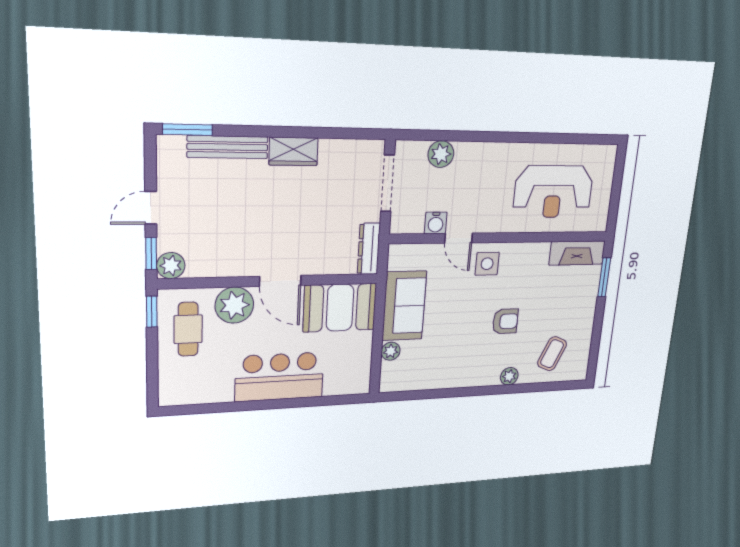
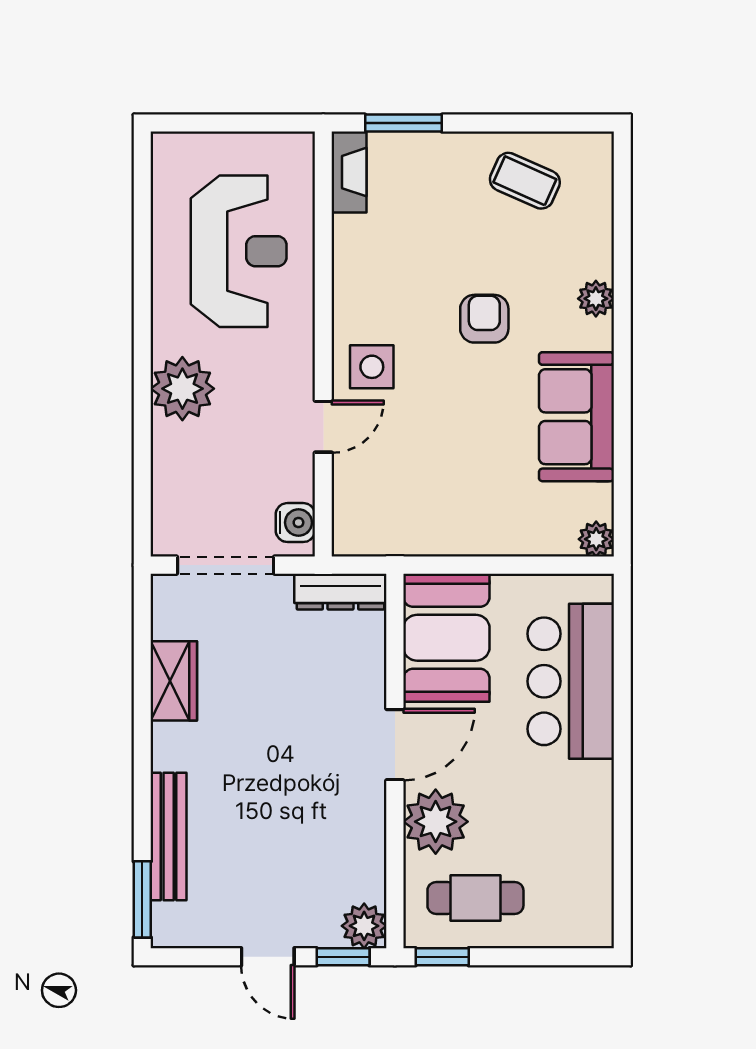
wardrobe: (294, 151) -> (174, 681), moved
plant: (441, 154) -> (182, 389), moved, width x1.36, depth x1.36
water cooler: (436, 223) -> (295, 523), moved
fireplace: (577, 253) -> (349, 172), width x0.73, depth x0.76
sofa: (404, 306) -> (576, 417), moved, turned -90
plant: (391, 351) -> (596, 539), moved
coffee table: (552, 354) -> (525, 181), moved
bar counter: (280, 377) -> (571, 681), moved

